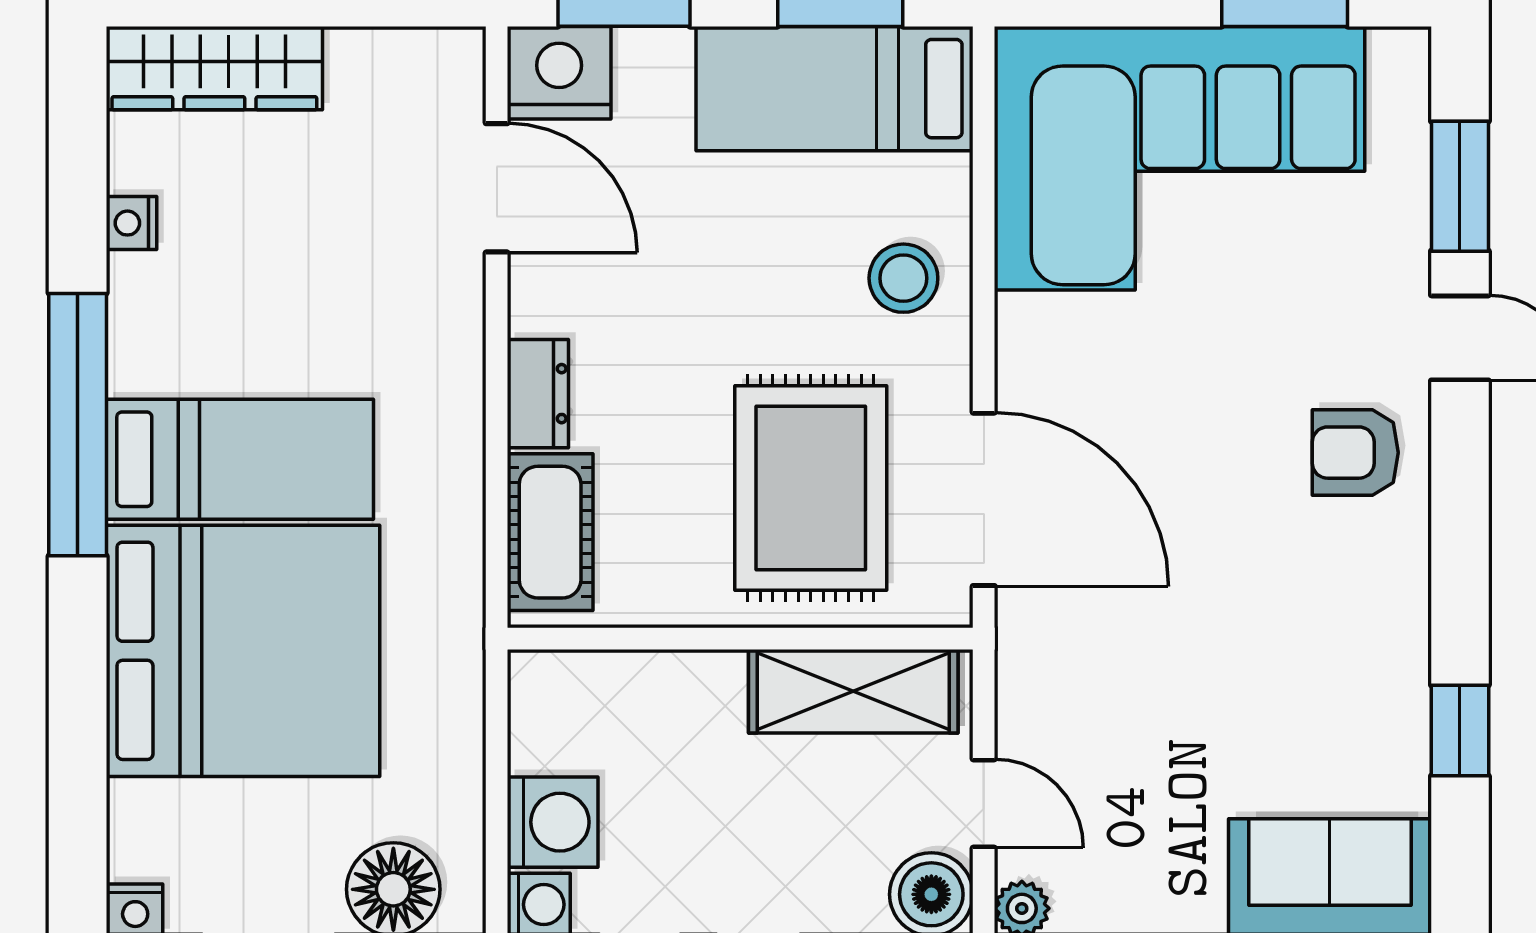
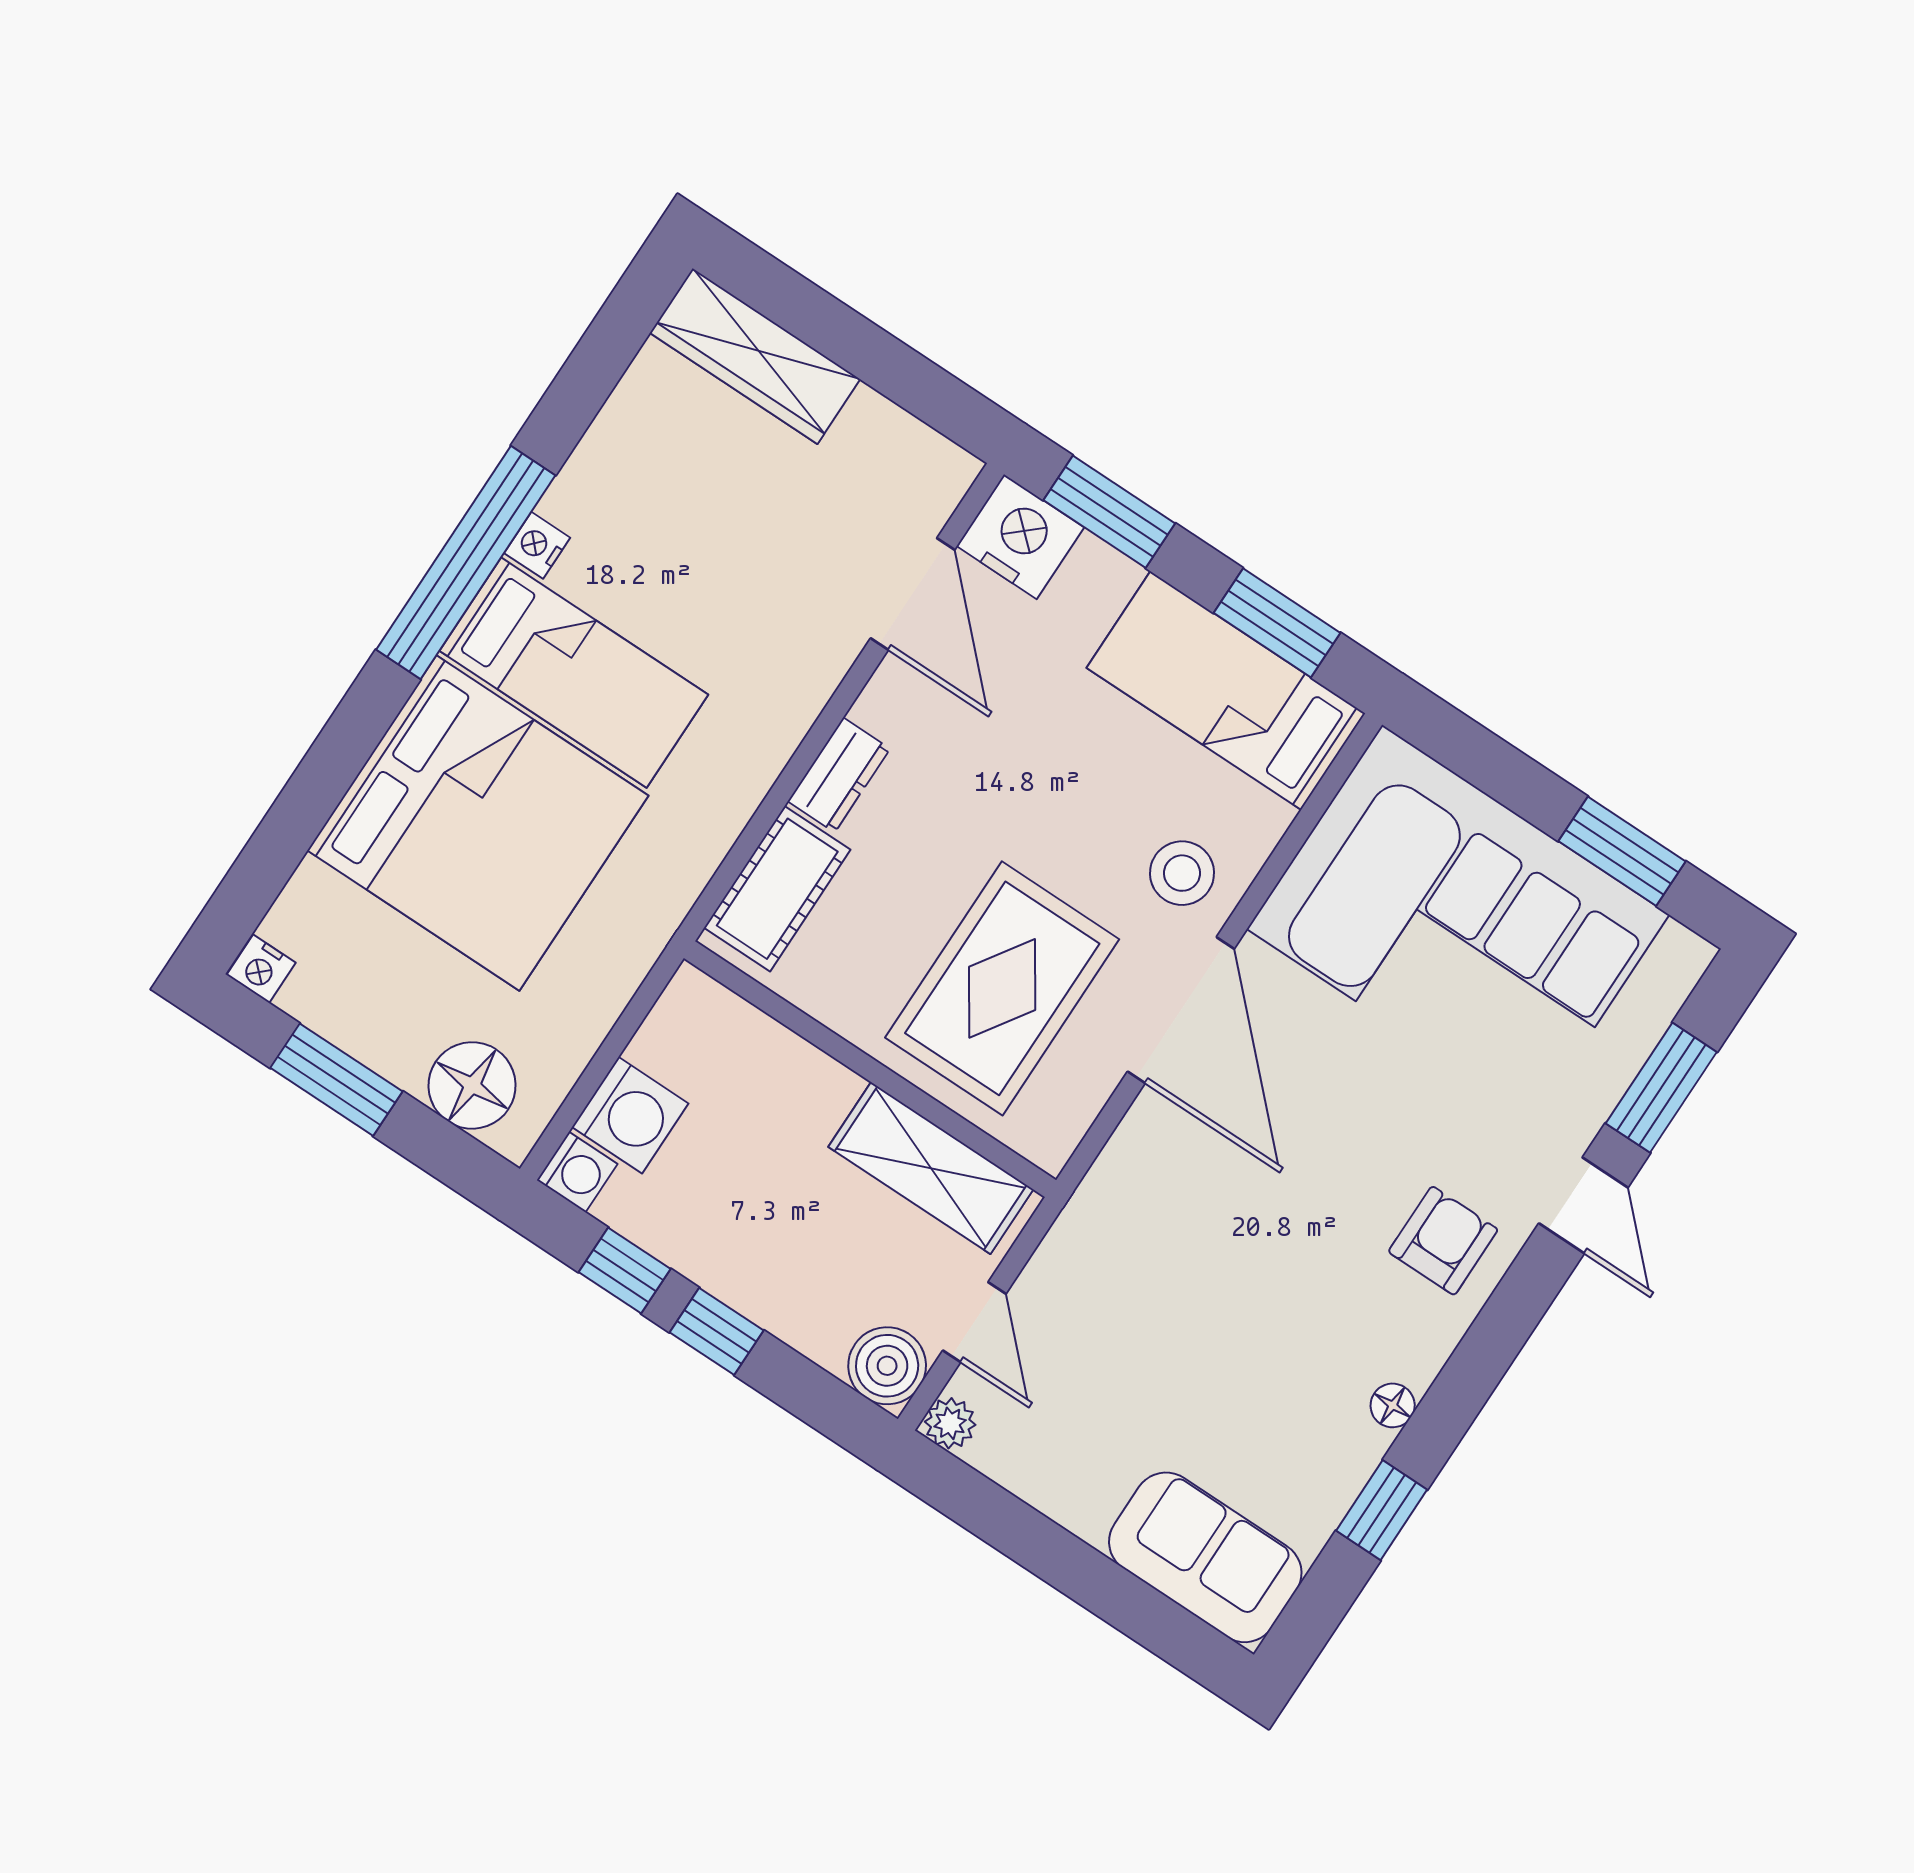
nightstand: (131, 223) -> (537, 545), moved
armchair: (1355, 453) -> (1443, 1241), turned 90
door: (984, 499) -> (1181, 1010), moved
floor lamp: (1408, 630) -> (1393, 1405), added

